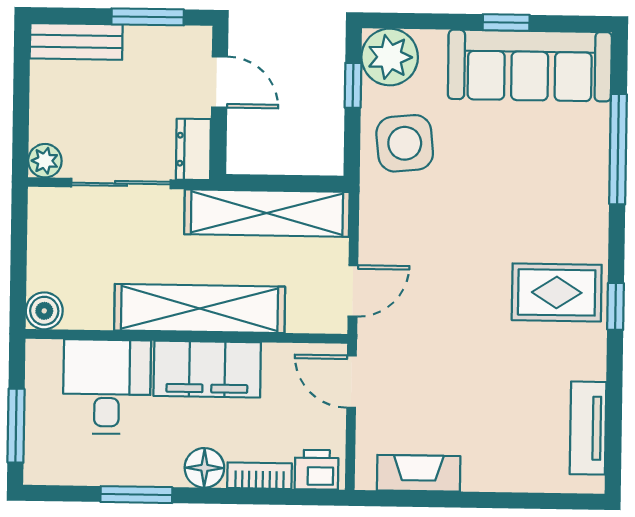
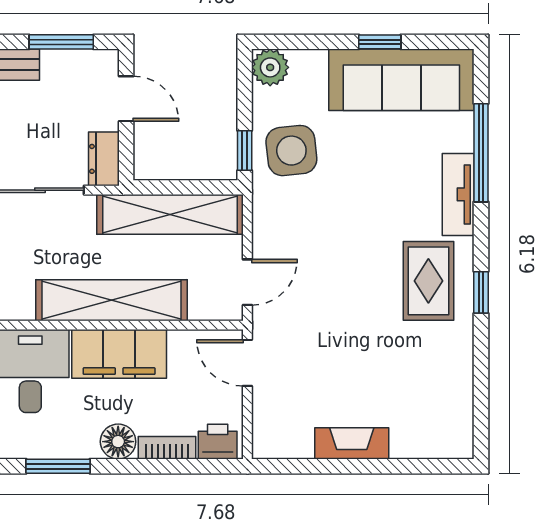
plant: (390, 57) -> (270, 67), width x0.73, depth x0.73
window: (353, 85) -> (245, 151), moved
rug: (557, 292) -> (428, 281), turned 90
tv unit: (588, 428) -> (458, 194), moved
fireplace: (419, 473) -> (352, 443), moved

